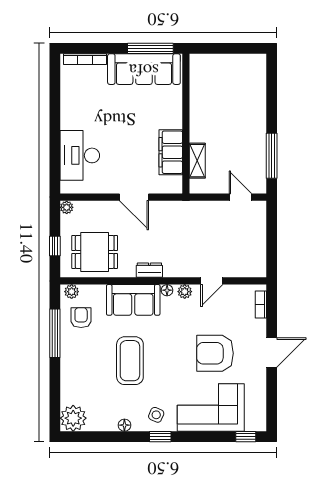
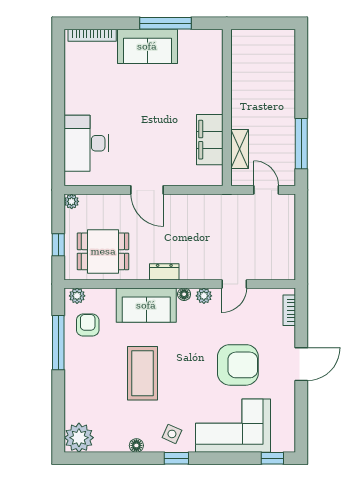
sofa: (144, 69) -> (147, 46), width x0.73
wall: (186, 124) -> (227, 108), moved
filing cabinet: (171, 152) -> (210, 140), moved
shelving: (197, 161) -> (240, 149), moved
armchair: (215, 353) -> (238, 365), turned 180

